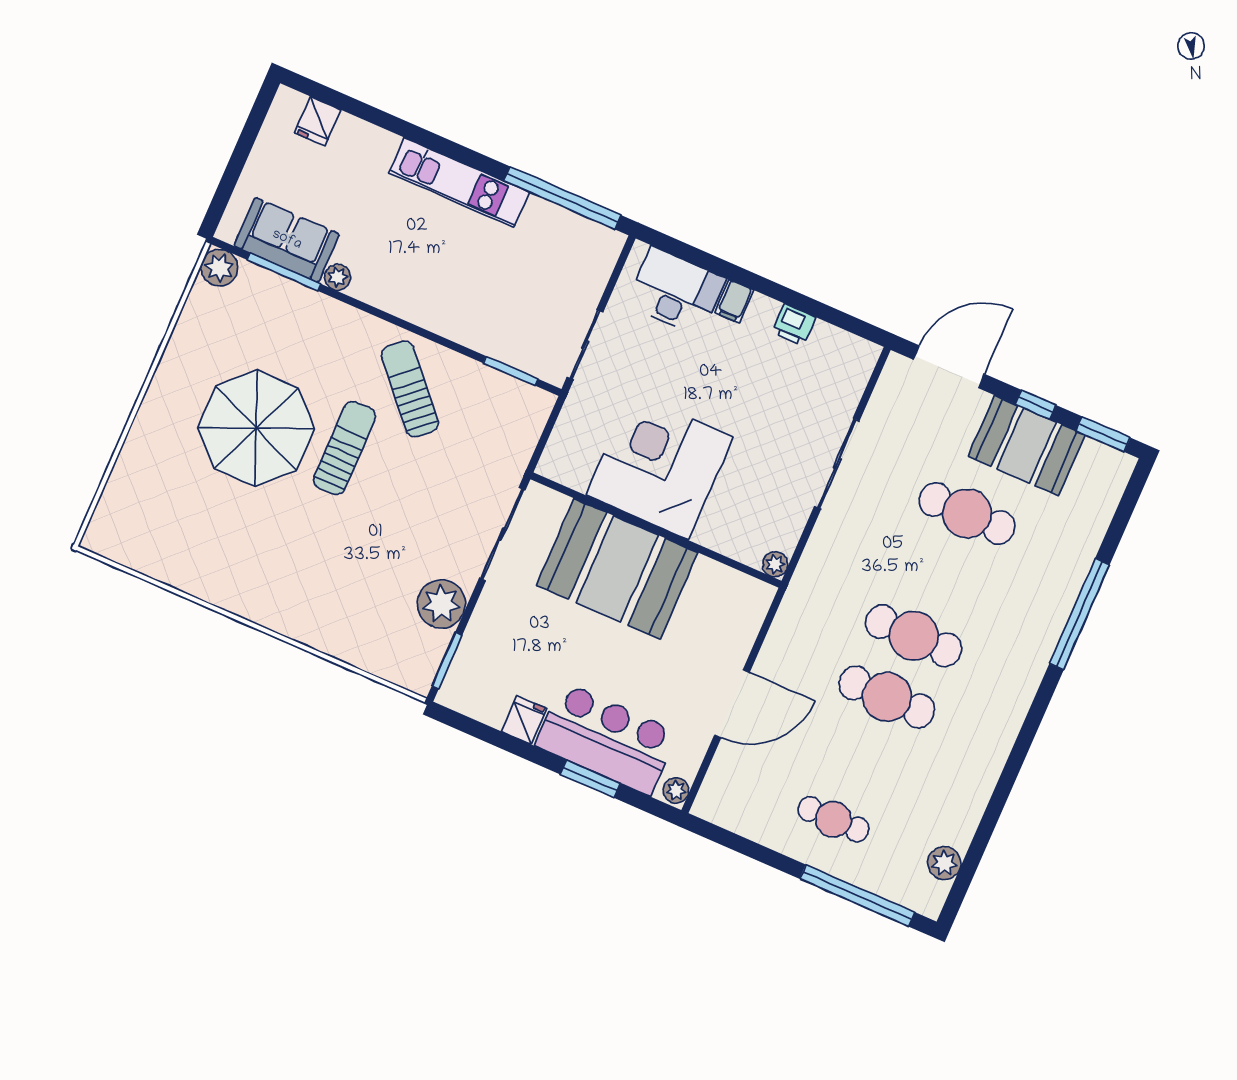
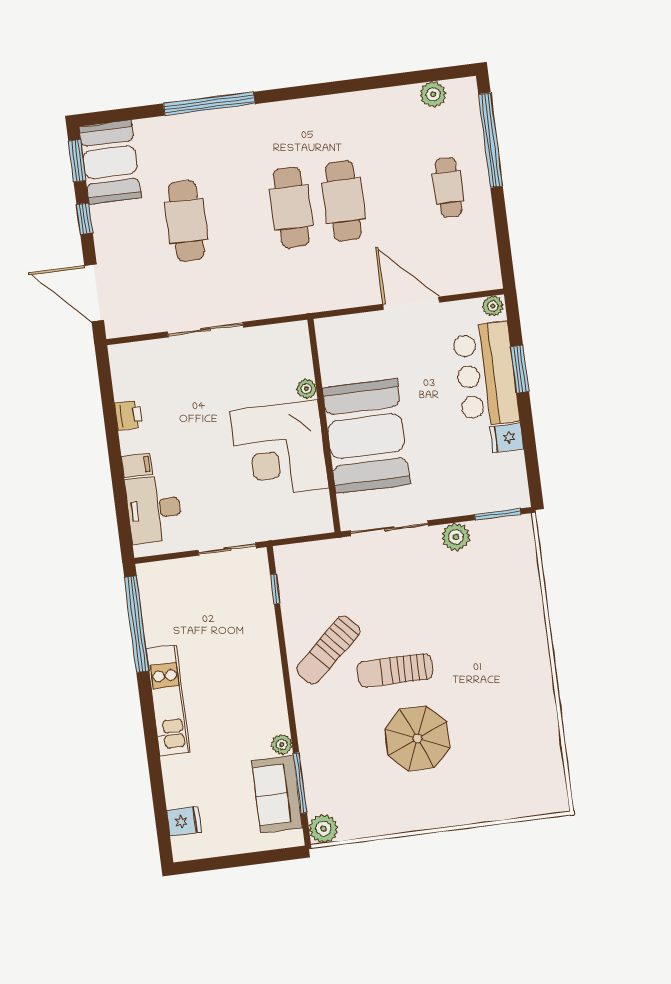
window: (511, 371) -> (275, 589), width x0.67
parasol: (256, 428) -> (417, 738), width x0.73, depth x0.73
booth: (1027, 446) -> (110, 162), moved
plant: (775, 564) -> (306, 389), moved
plant: (441, 604) -> (456, 537), width x0.73, depth x0.73

